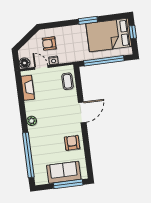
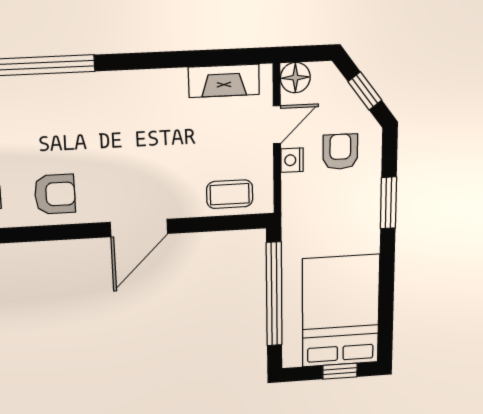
window: (88, 20) -> (388, 203), moved
window: (27, 38) -> (365, 91), added
door: (82, 112) -> (139, 228), hinge flipped
plant: (32, 121) -> (127, 84), removed

